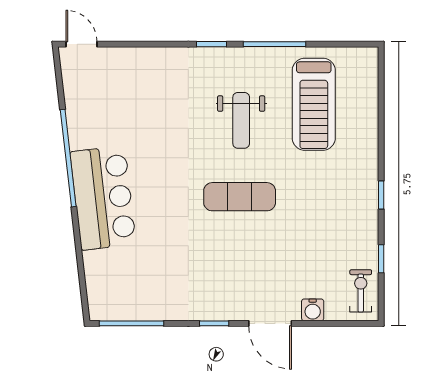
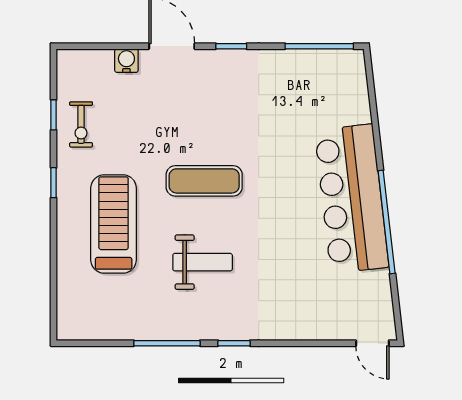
treadmill: (314, 104) -> (114, 224), moved
weight bench: (241, 120) -> (203, 262), turned 90
bar counter: (103, 198) -> (352, 199), width x1.36
exercise bike: (361, 291) -> (81, 124), moved

